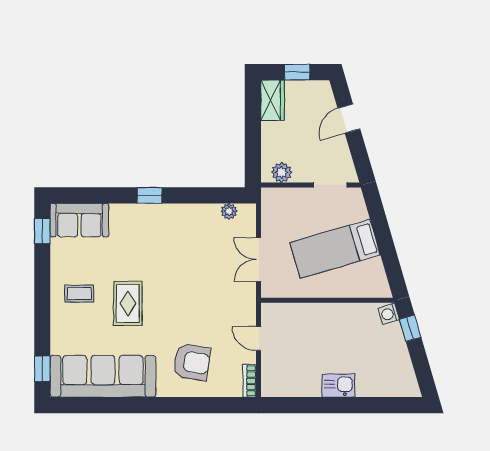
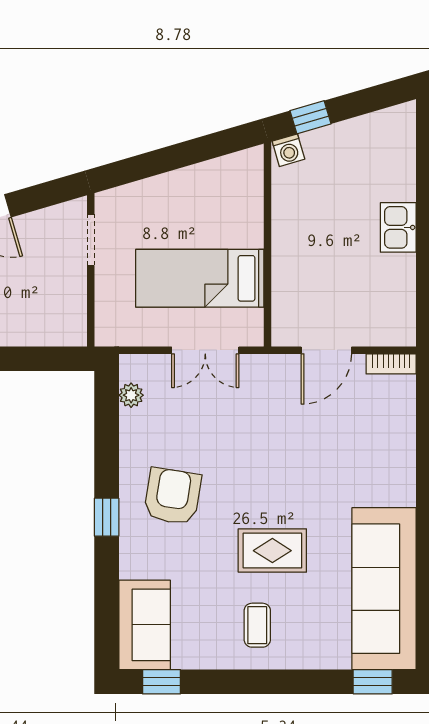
plant: (282, 172) -> (71, 315), removed
bed: (335, 249) -> (200, 278), moved, turned 106
door: (258, 339) -> (326, 350), width x1.38
armchair: (192, 362) -> (173, 496), moved

